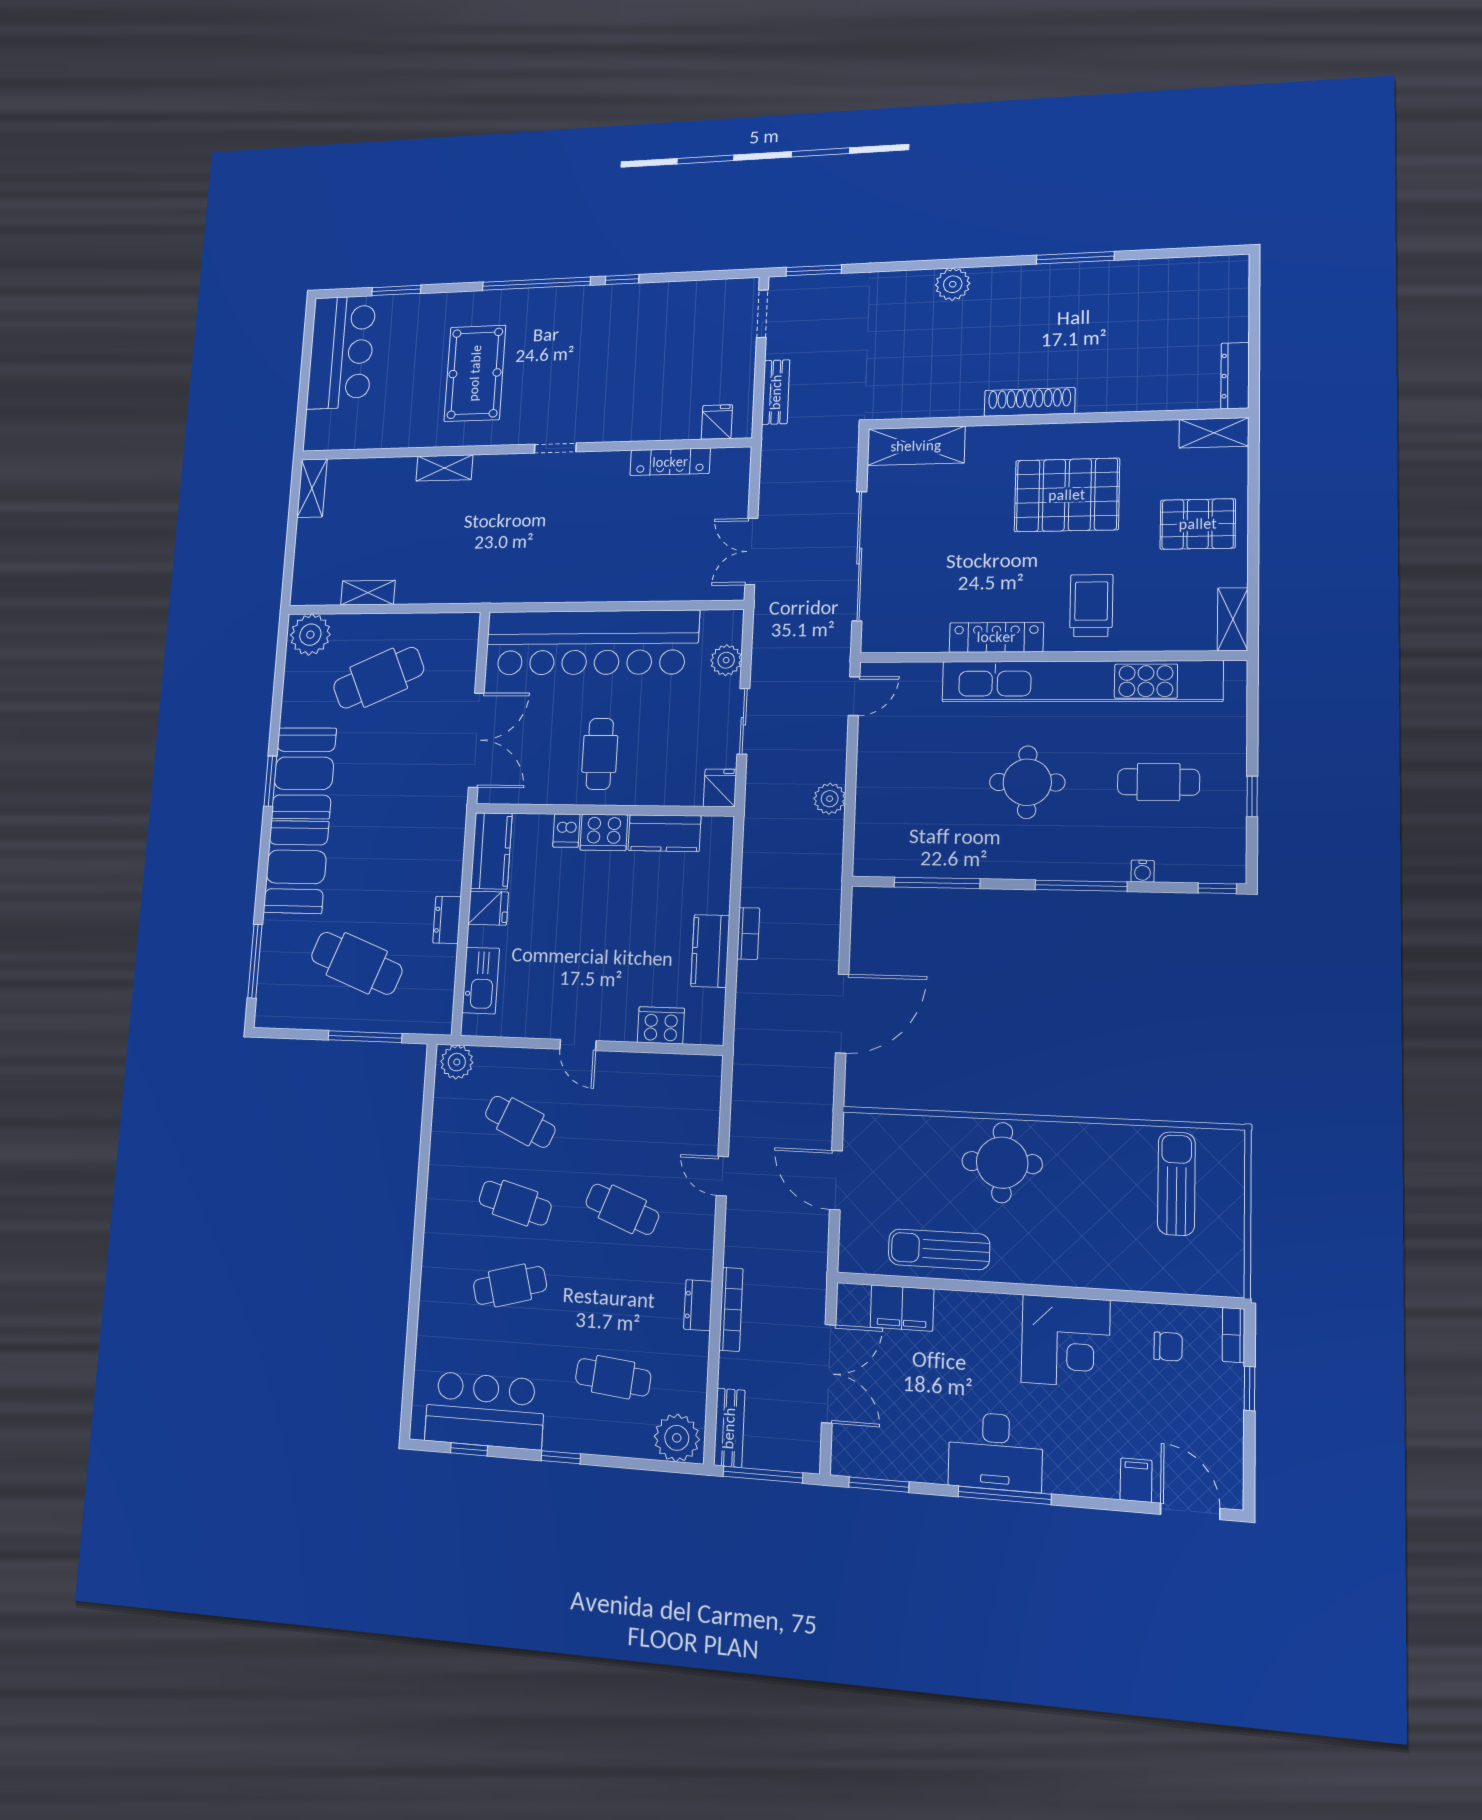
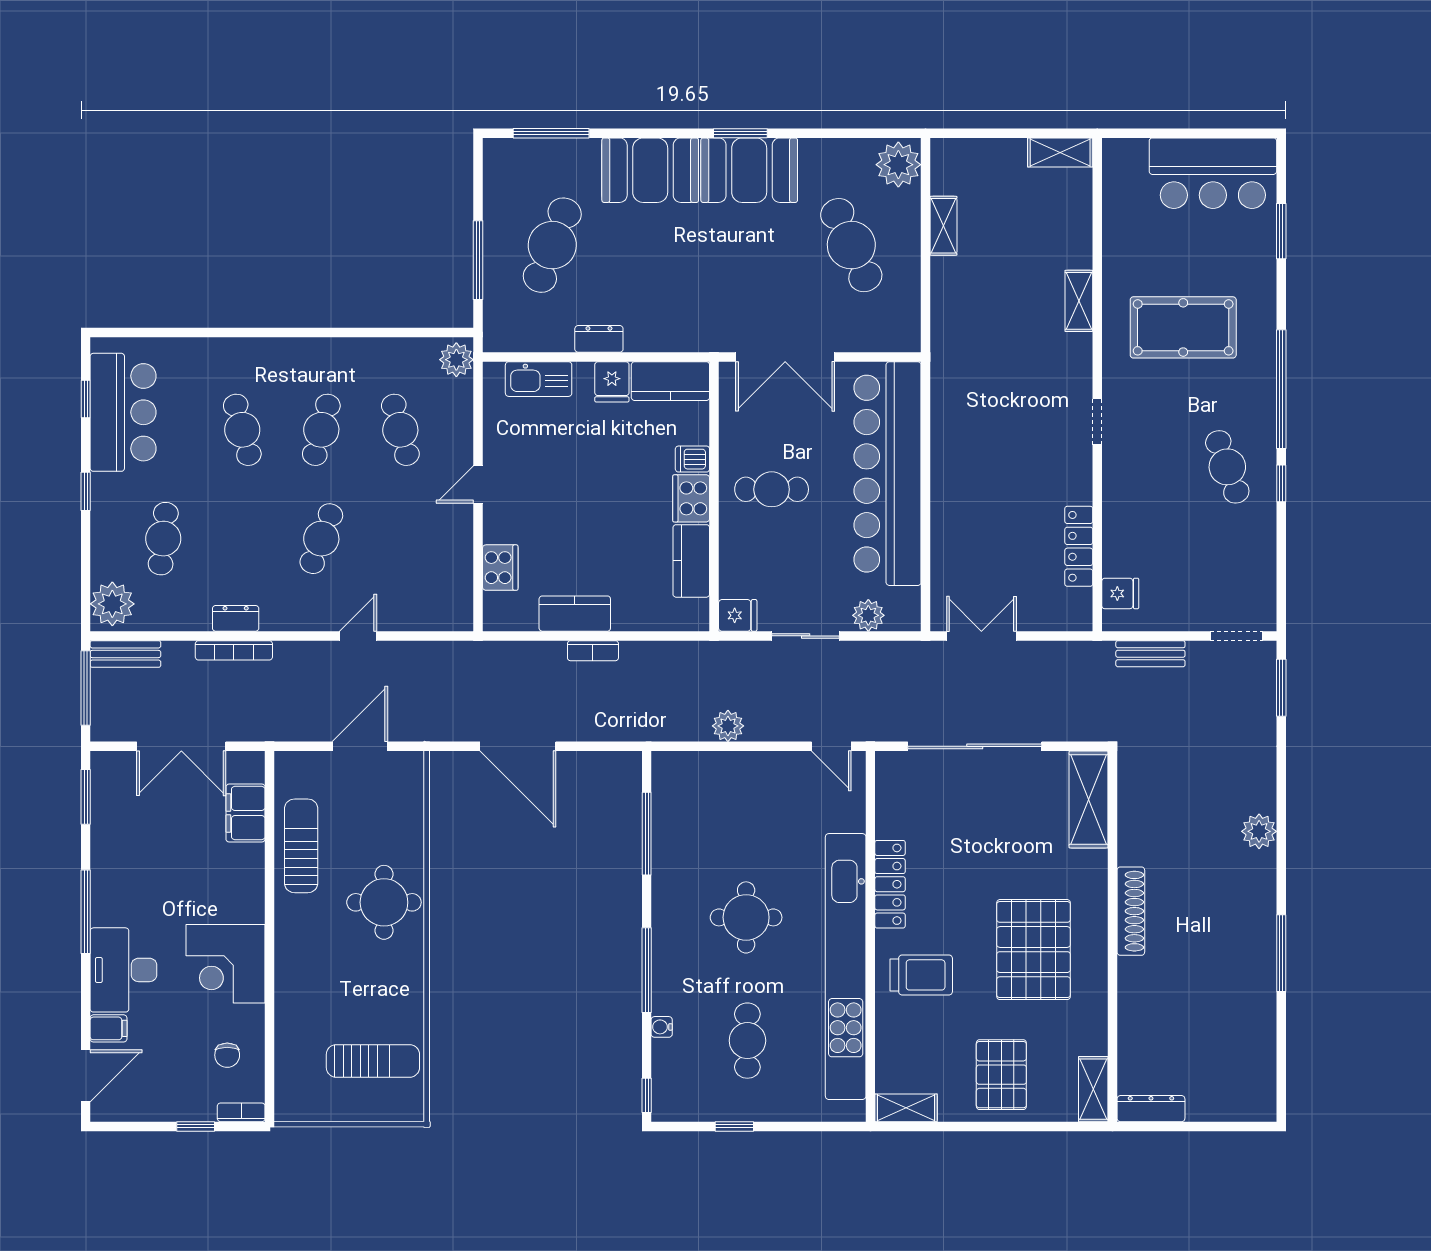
cafe table: (604, 329) -> (1227, 467), added
cafe table: (520, 1122) -> (400, 430), turned -39
desk: (995, 1452) -> (123, 970), moved

